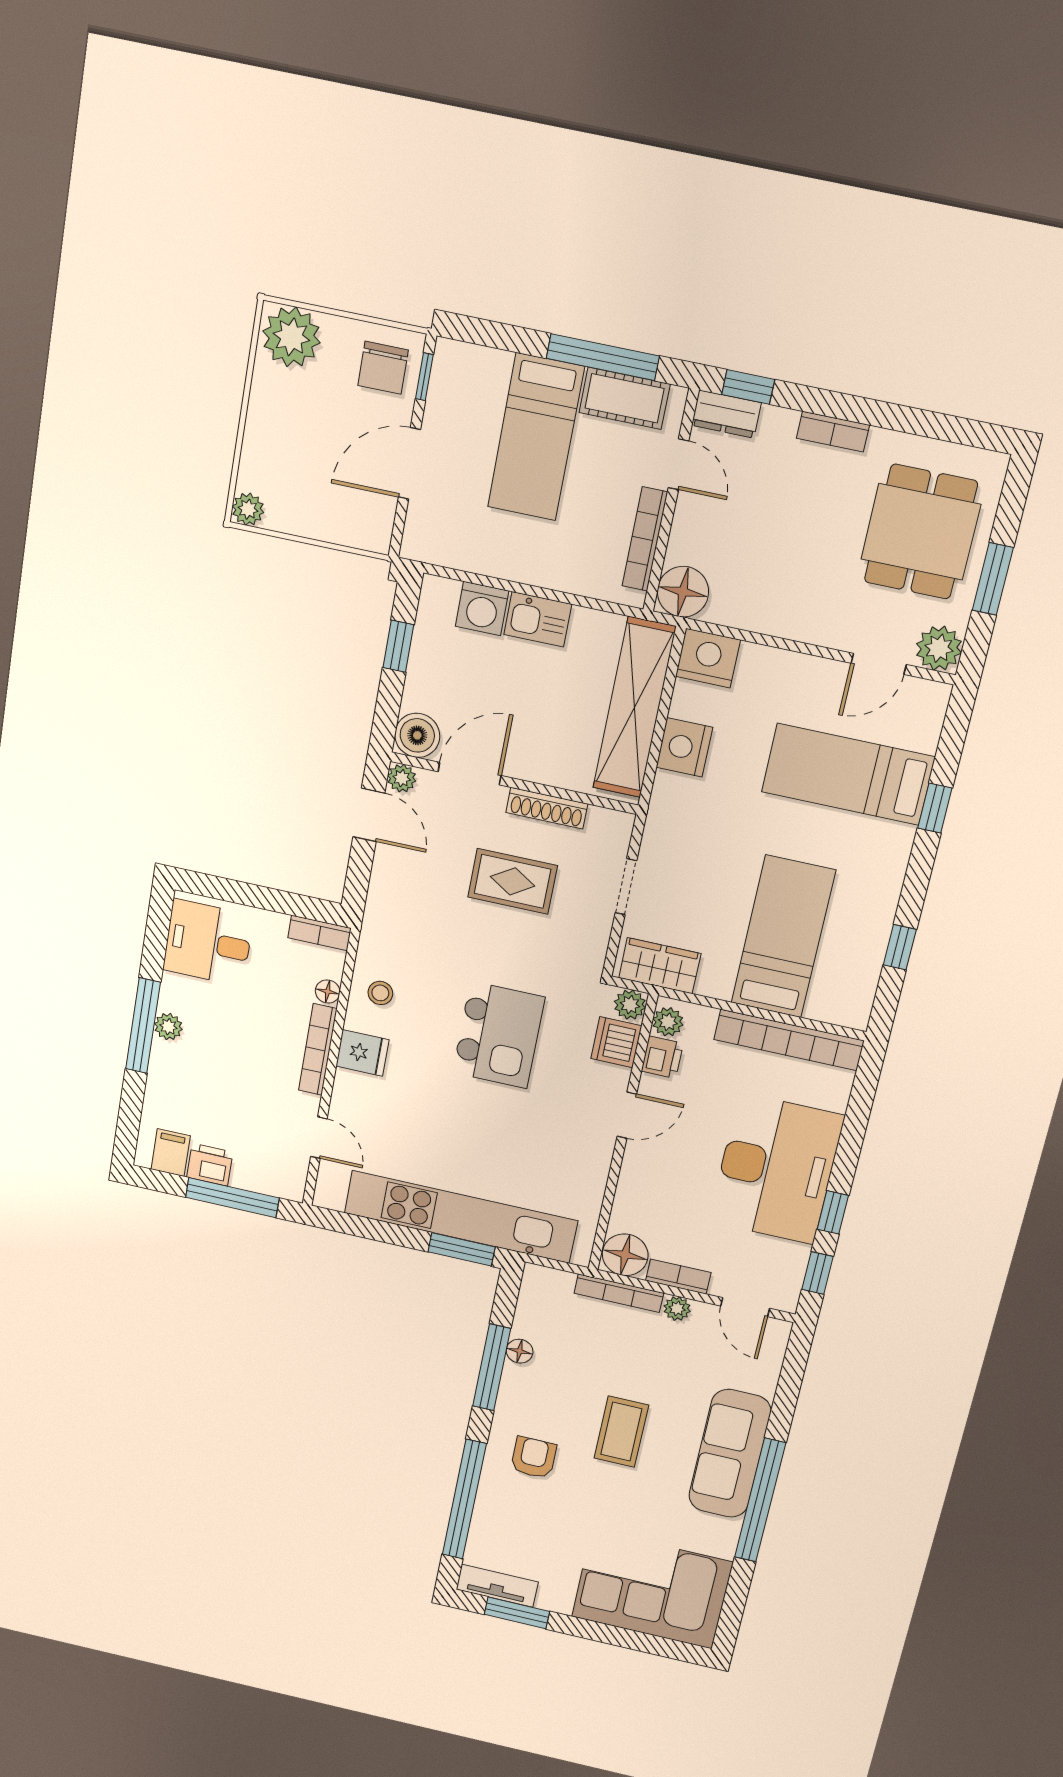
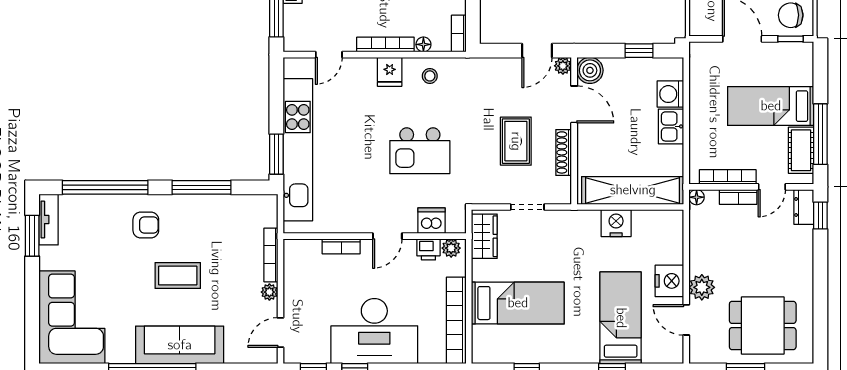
bookcase: (833, 432) -> (738, 197), moved, turned -90
floor lamp: (683, 592) -> (697, 197), width x0.53, depth x0.53
plant: (939, 648) -> (702, 287), moved
nightstand: (708, 658) -> (669, 281), moved
plant: (630, 1005) -> (457, 224), removed
door: (627, 1115) -> (387, 236), hinge flipped
floor lamp: (625, 1255) -> (297, 254), removed
bookcase: (678, 1277) -> (341, 246), moved, turned 90
floor lamp: (520, 1351) -> (217, 202), removed

